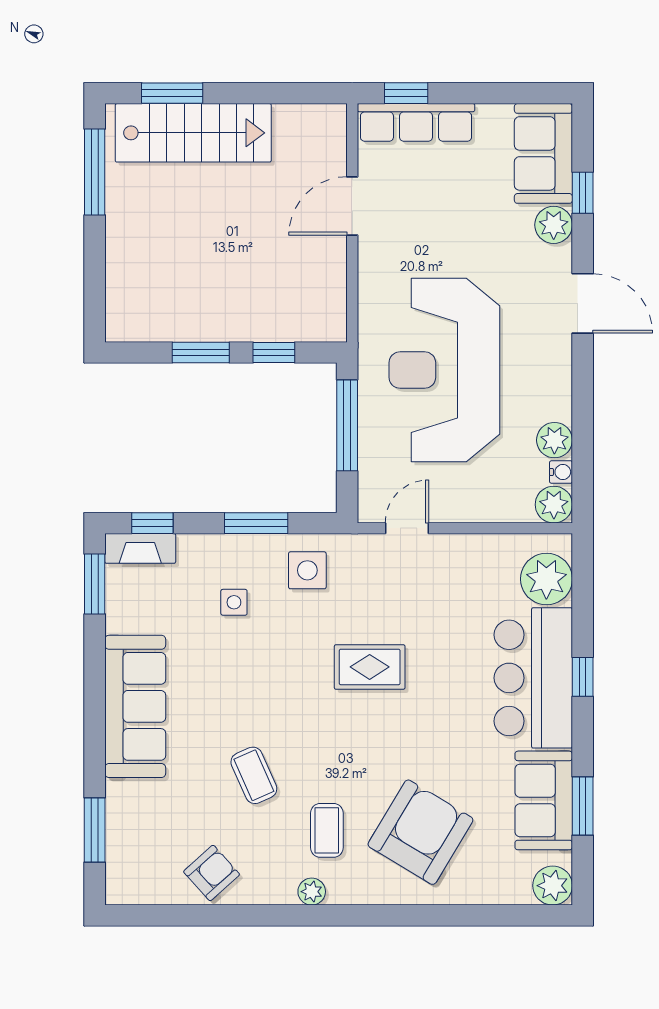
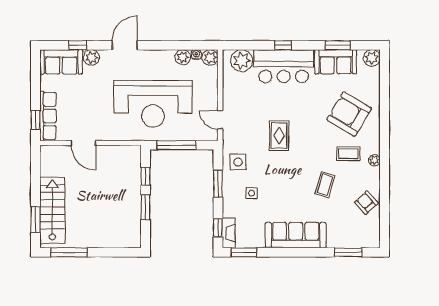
coffee table: (254, 775) -> (325, 185), turned -49

